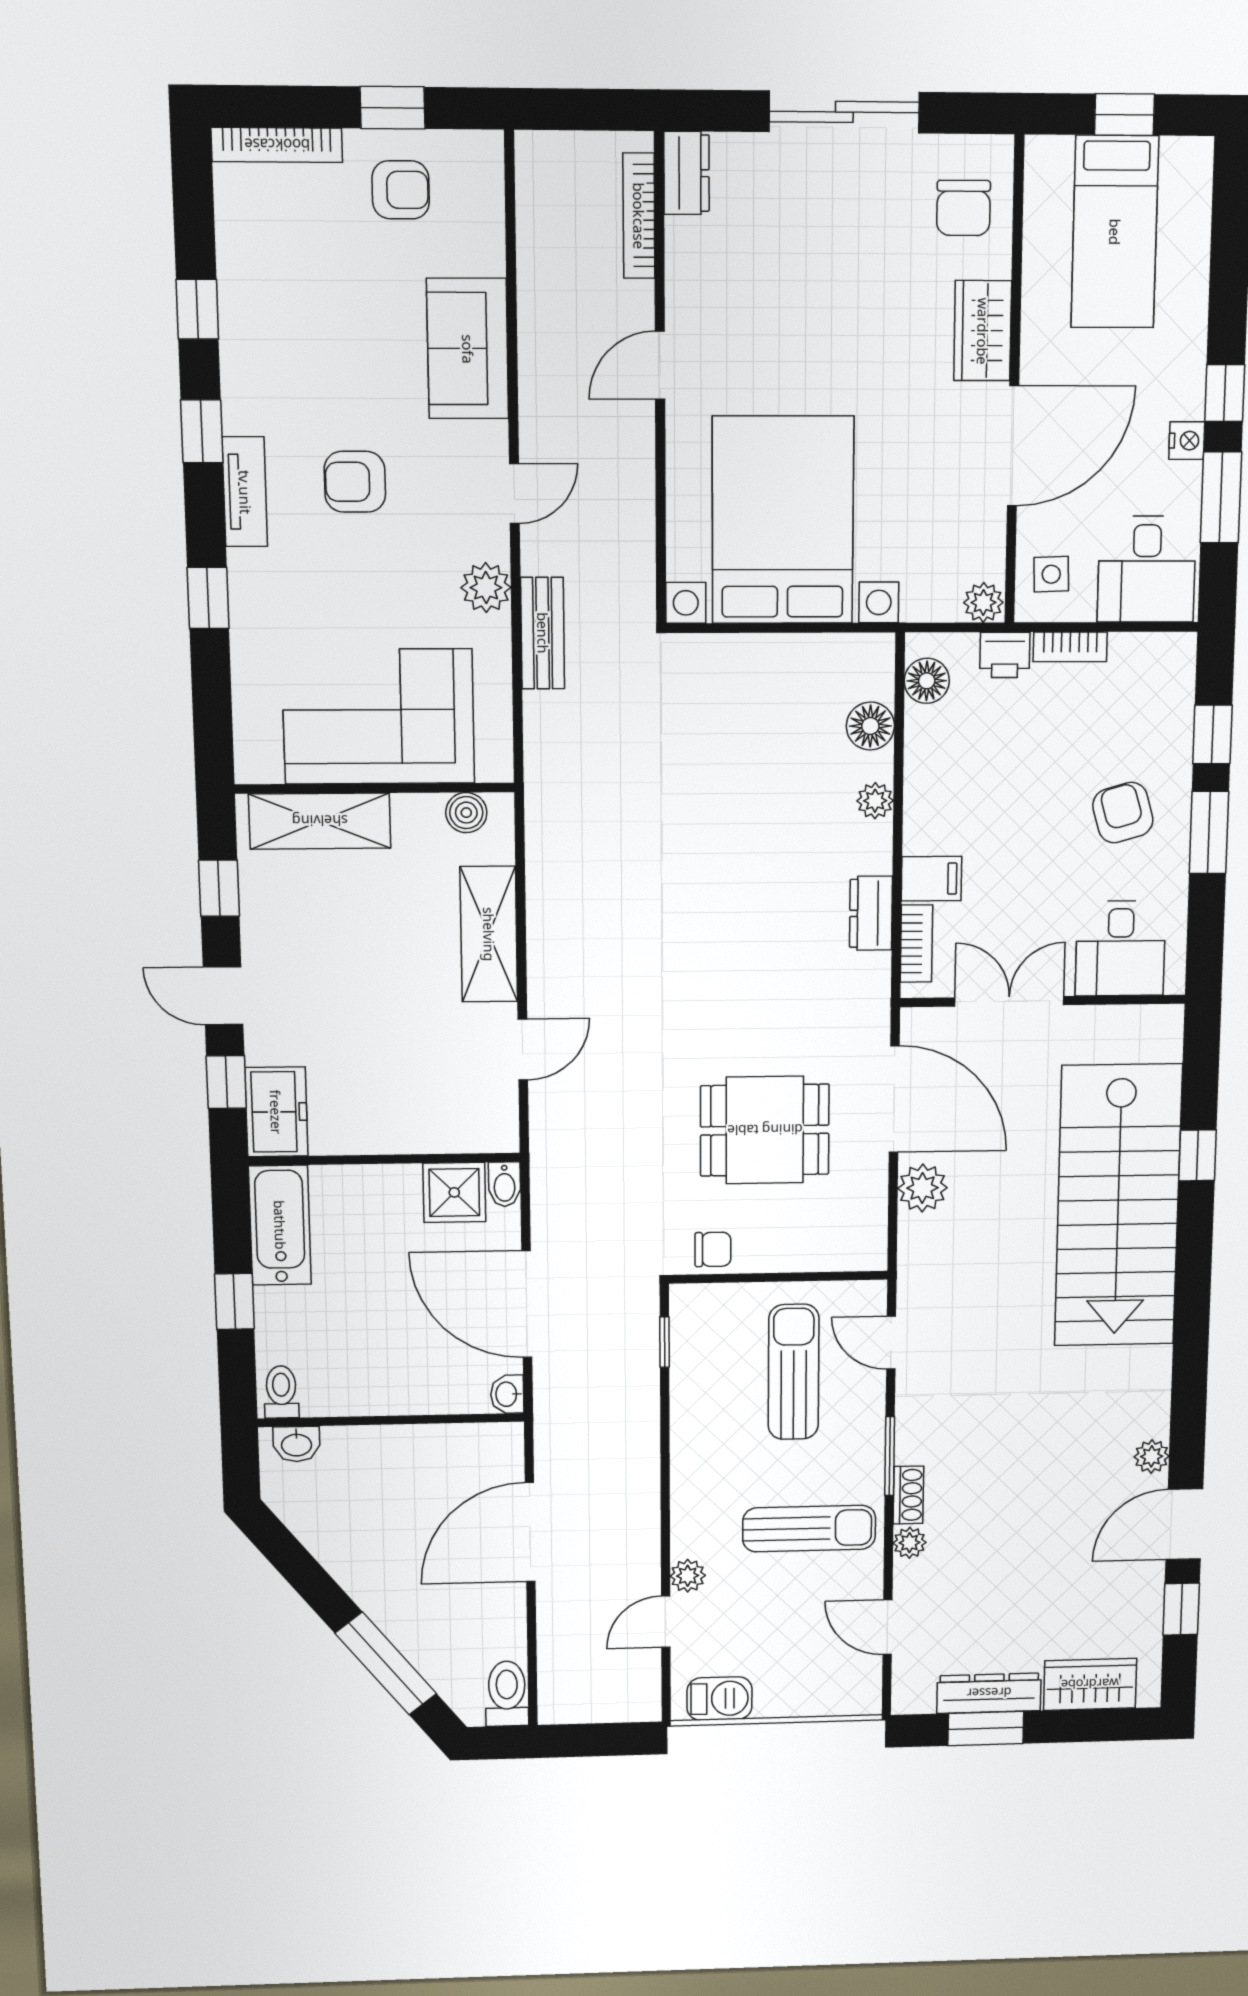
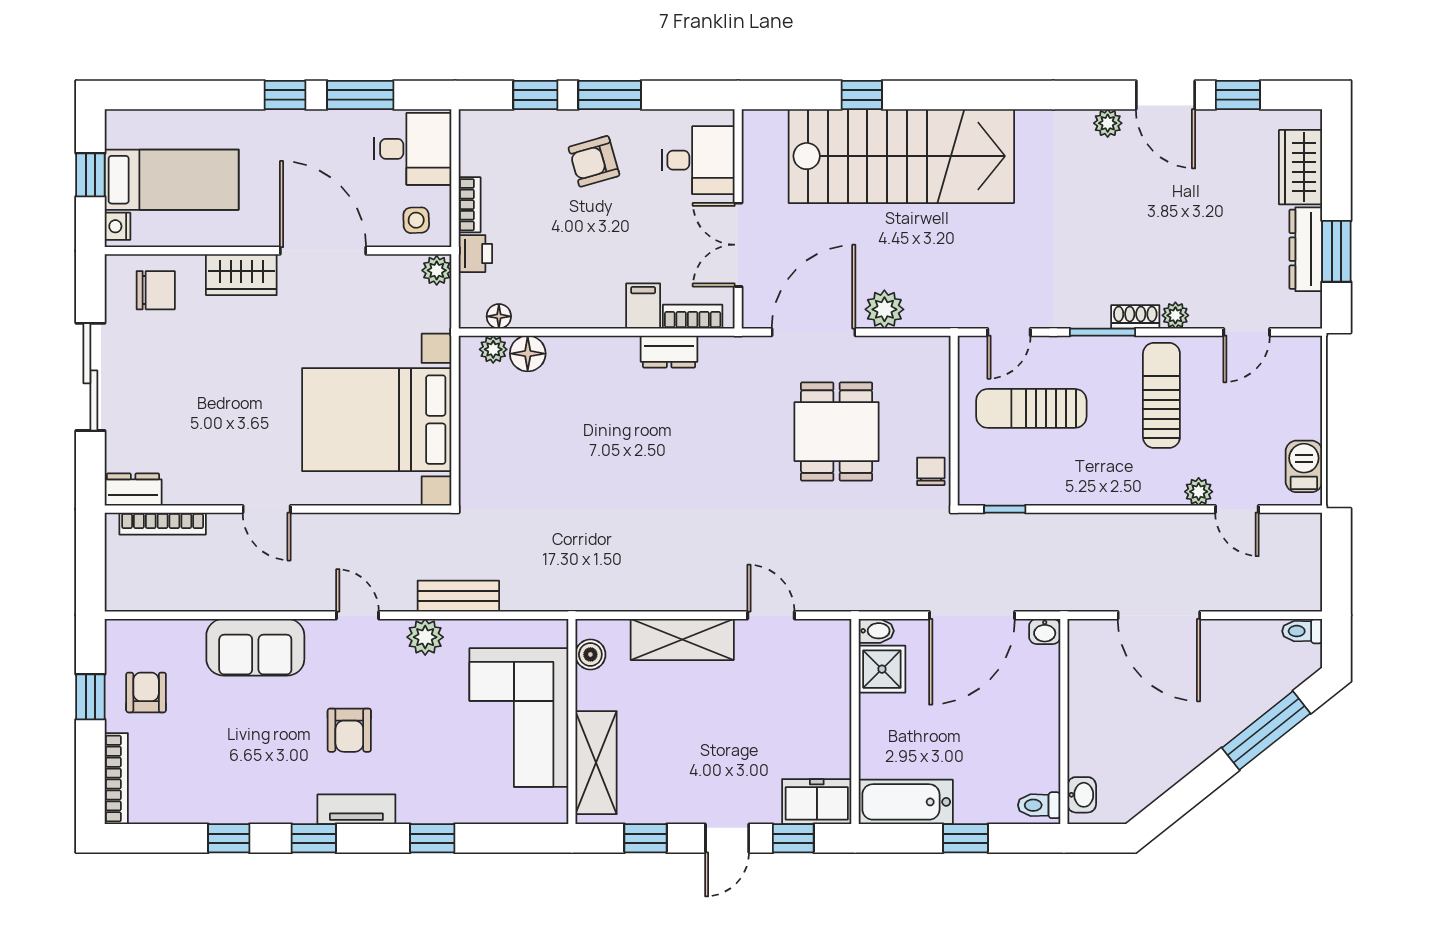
nightstand: (1187, 441) -> (117, 226), moved, turned -90
floor lamp: (927, 681) -> (499, 316), width x0.73, depth x0.73
plant: (875, 801) -> (493, 349), moved
toilet: (507, 1694) -> (1302, 631), width x0.73, depth x0.72

